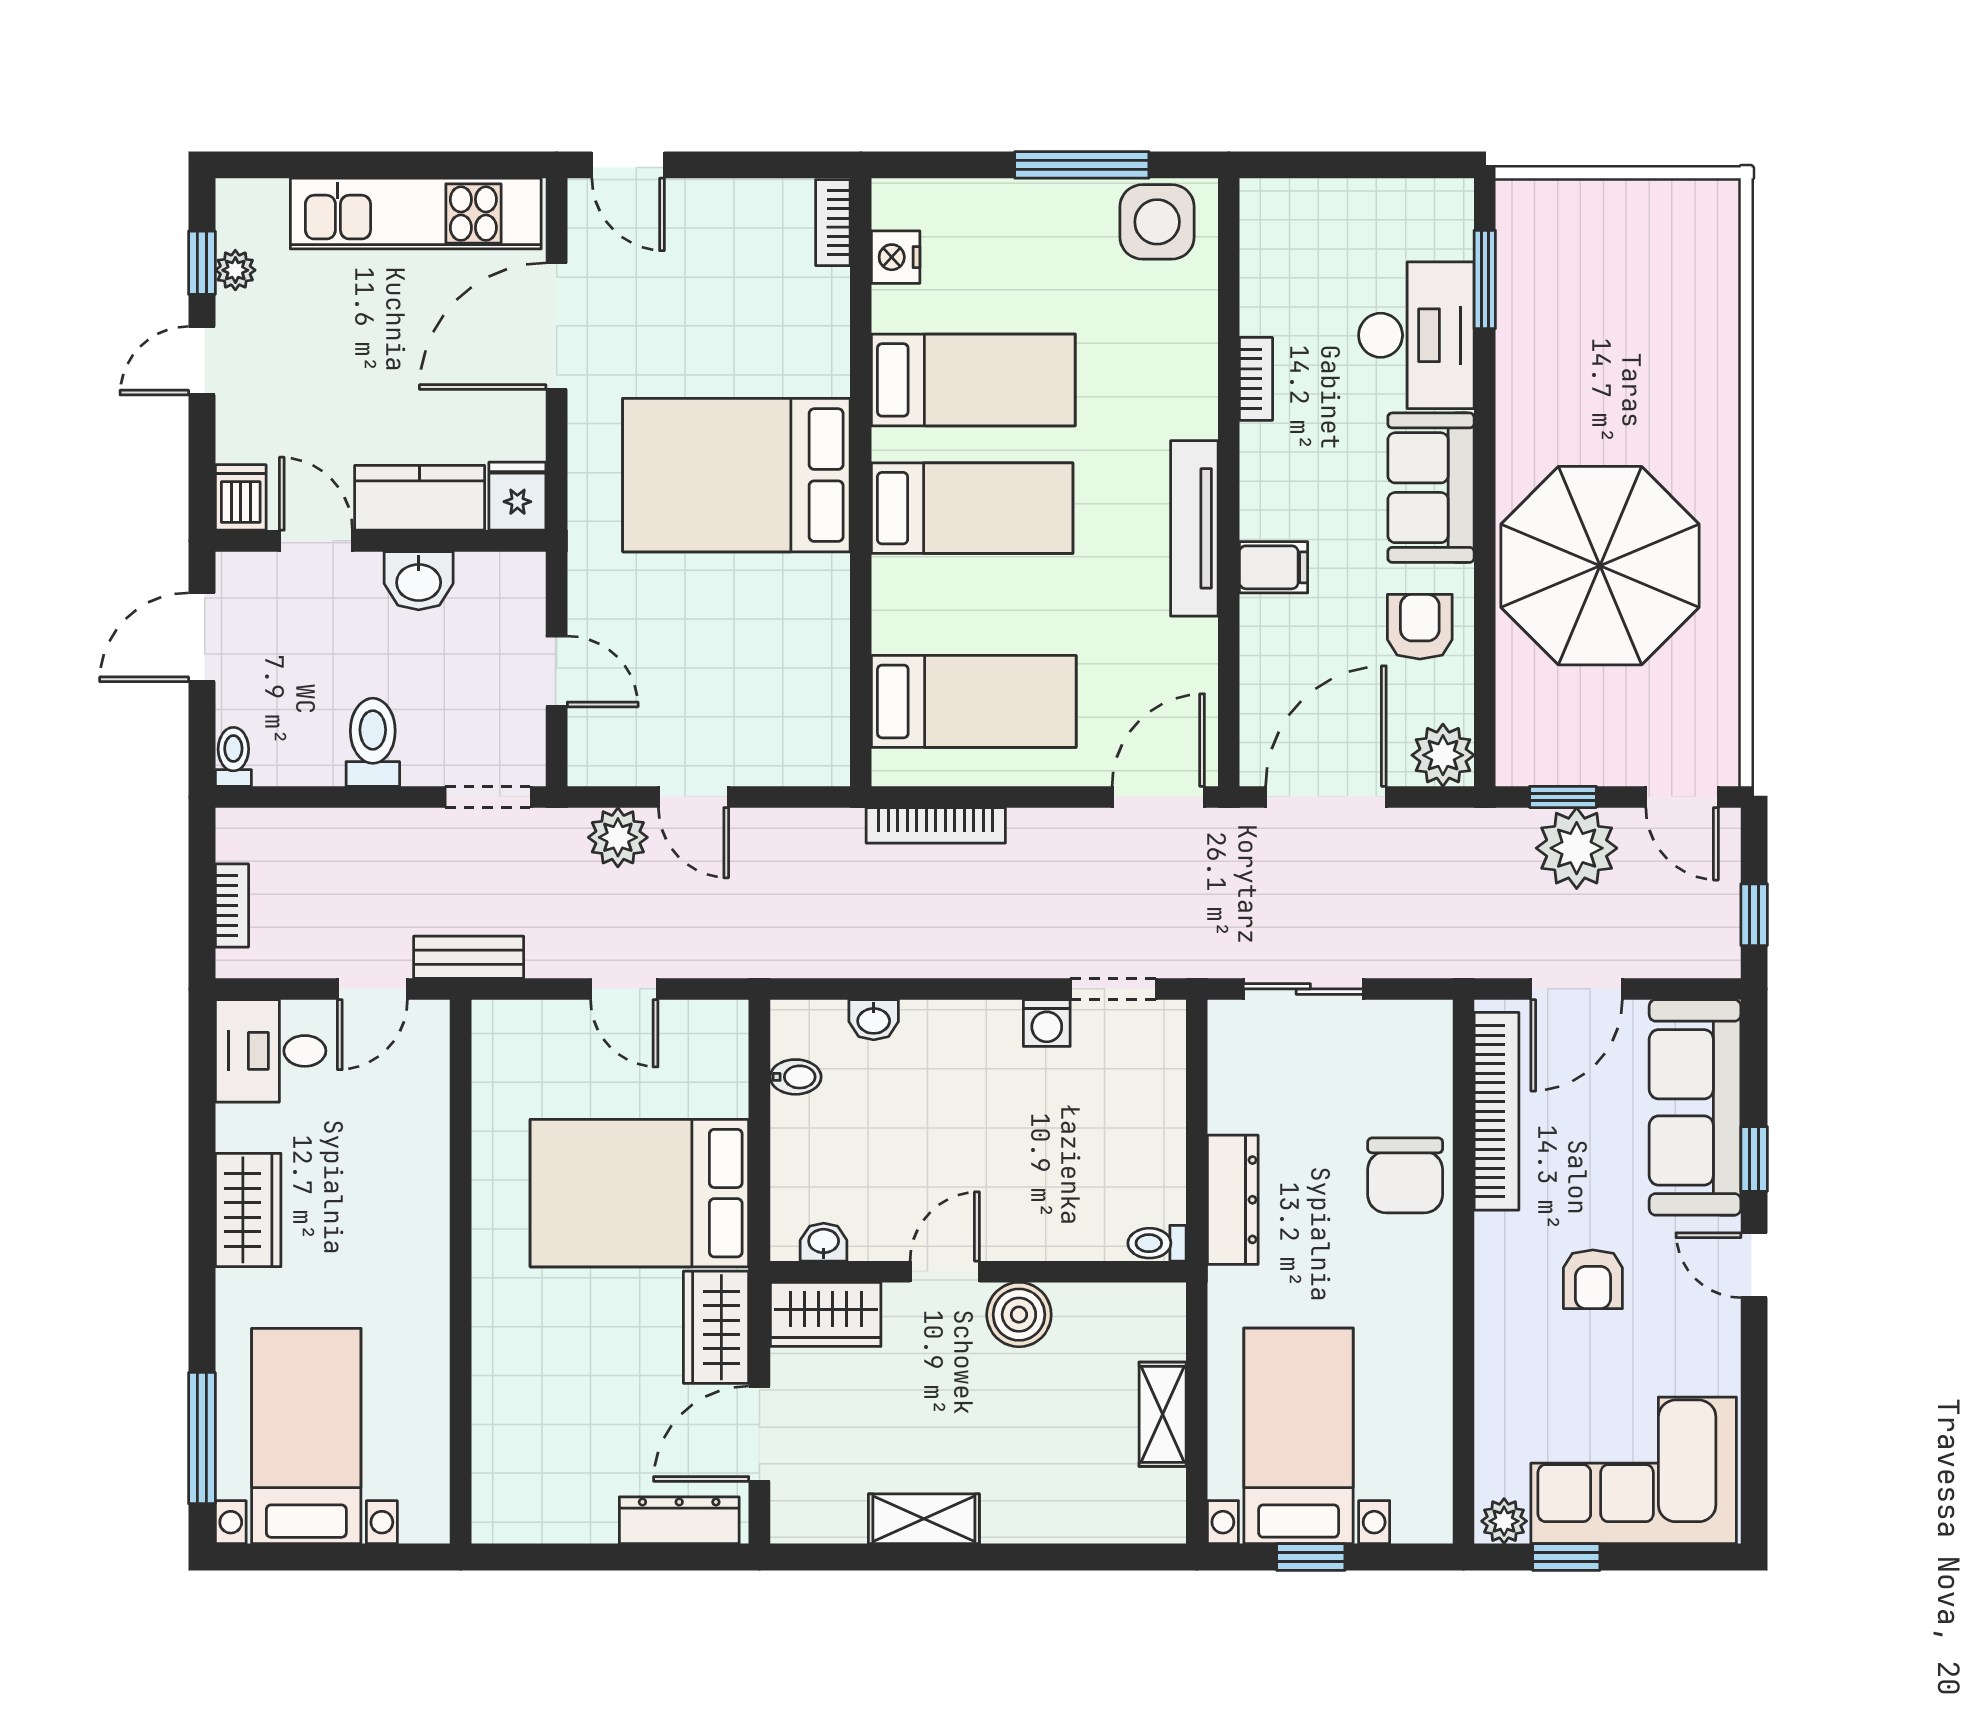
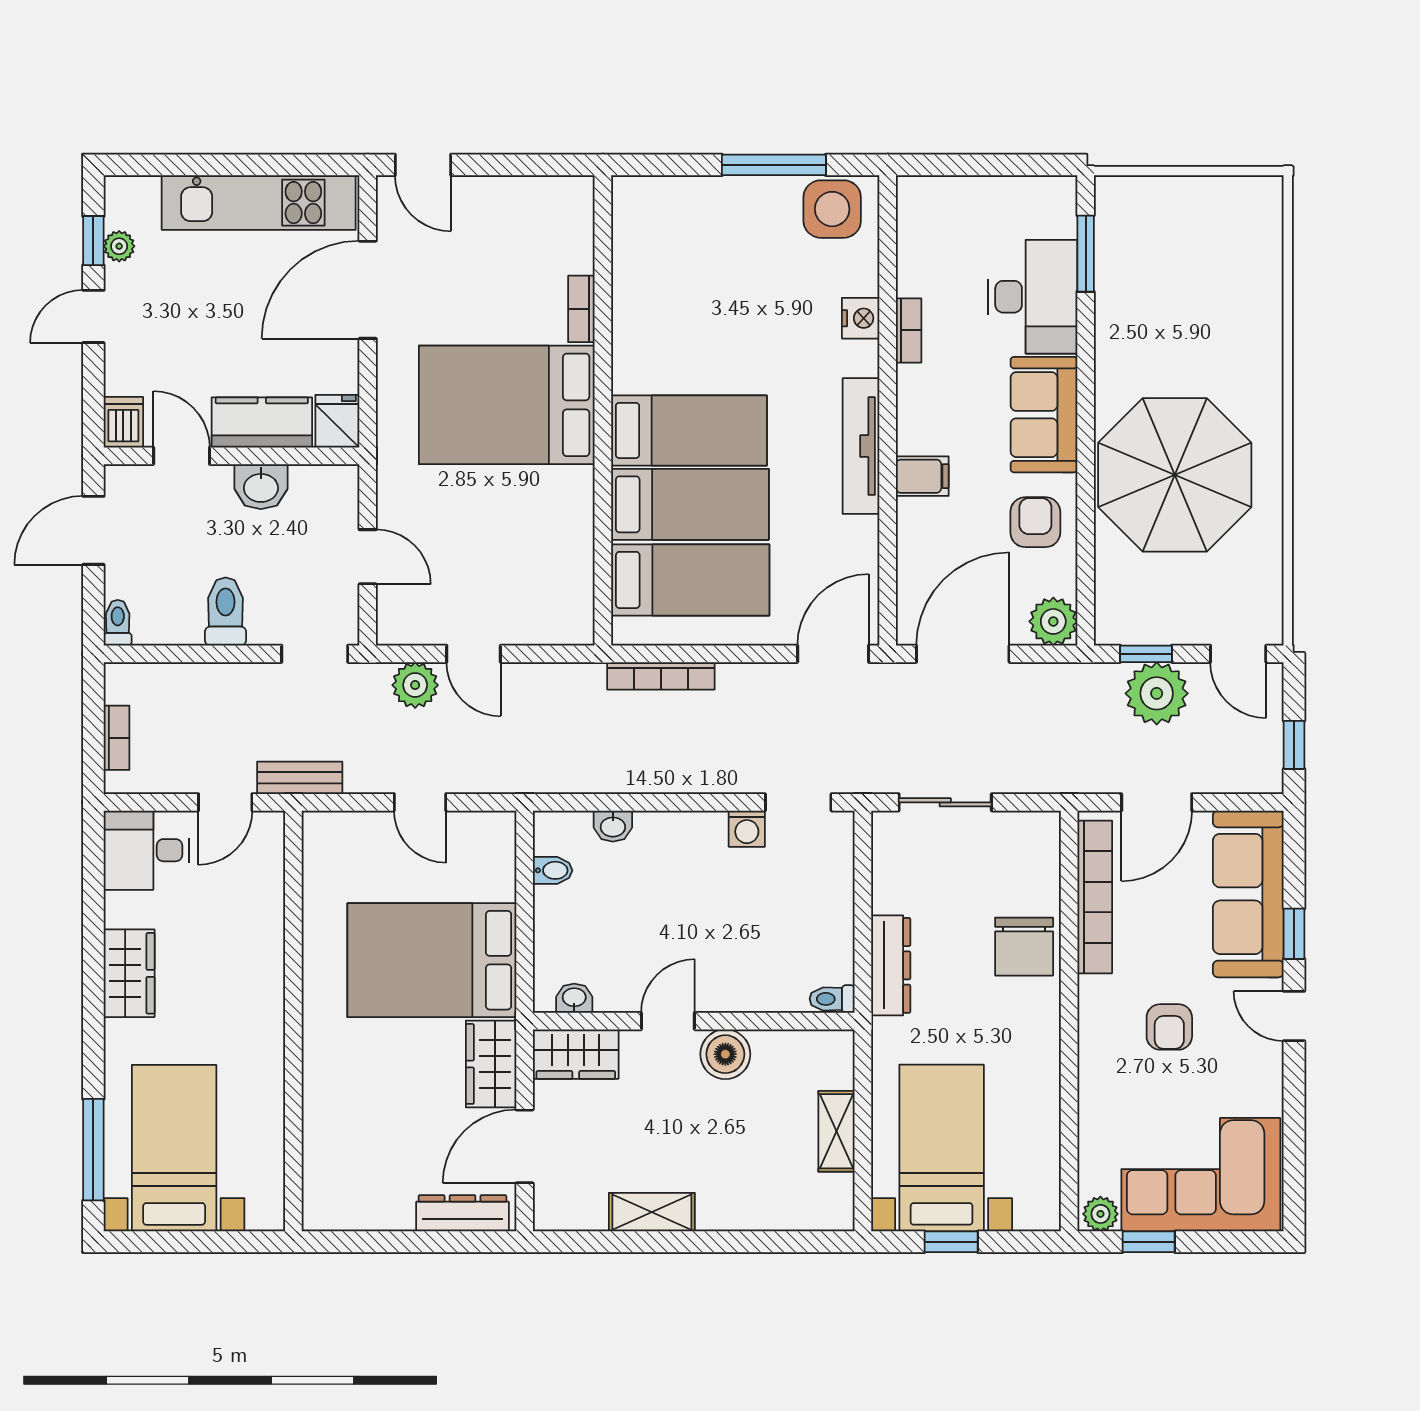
bookcase: (833, 223) -> (581, 309), moved
nightstand: (896, 257) -> (861, 318), moved, turned 180
bed: (973, 380) -> (690, 504), moved

